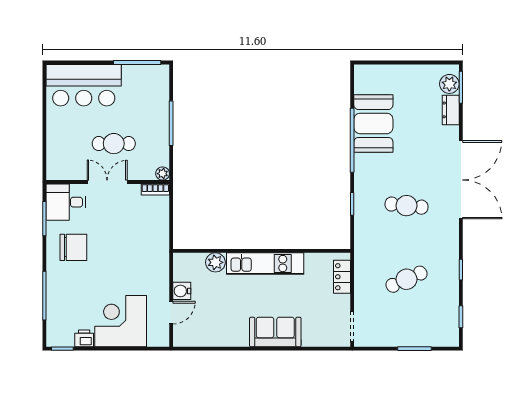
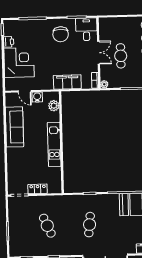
filing cabinet: (157, 238) -> (67, 82), added
plant: (215, 262) -> (54, 106), moved
locker: (342, 277) -> (38, 189), moved
sofa: (275, 332) -> (14, 127), moved, width x1.36

